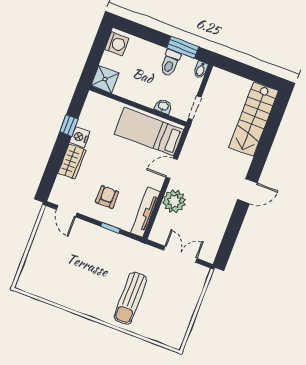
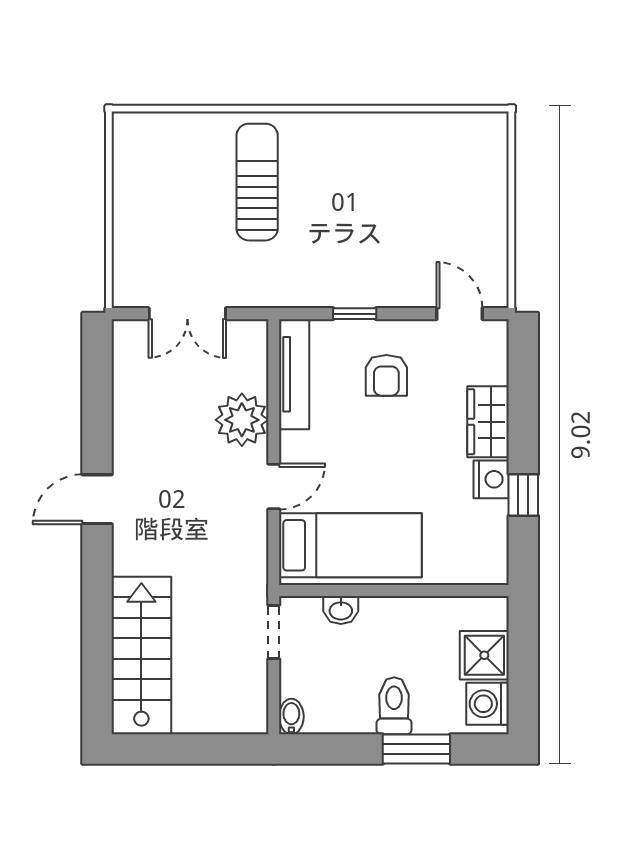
window: (183, 47) -> (416, 749), moved
toilet: (170, 63) -> (394, 706), moved
shower: (105, 79) -> (484, 655), moved

